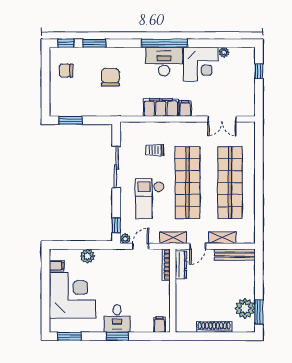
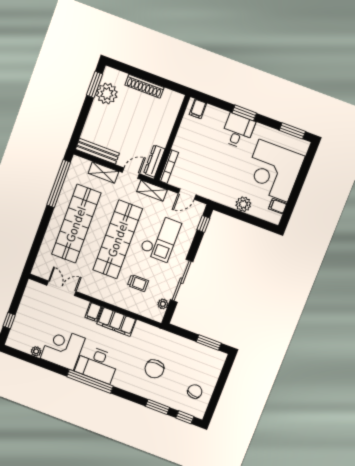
chair: (66, 71) -> (195, 391), turned -78
window: (259, 213) -> (59, 184), added
plant: (125, 239) -> (163, 304), moved

